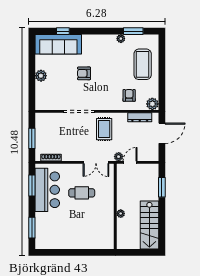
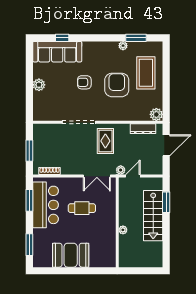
armchair: (129, 95) -> (117, 85), moved, width x1.88, depth x1.88
stairs: (149, 225) -> (153, 216), moved
booth: (71, 238) -> (71, 255), added

